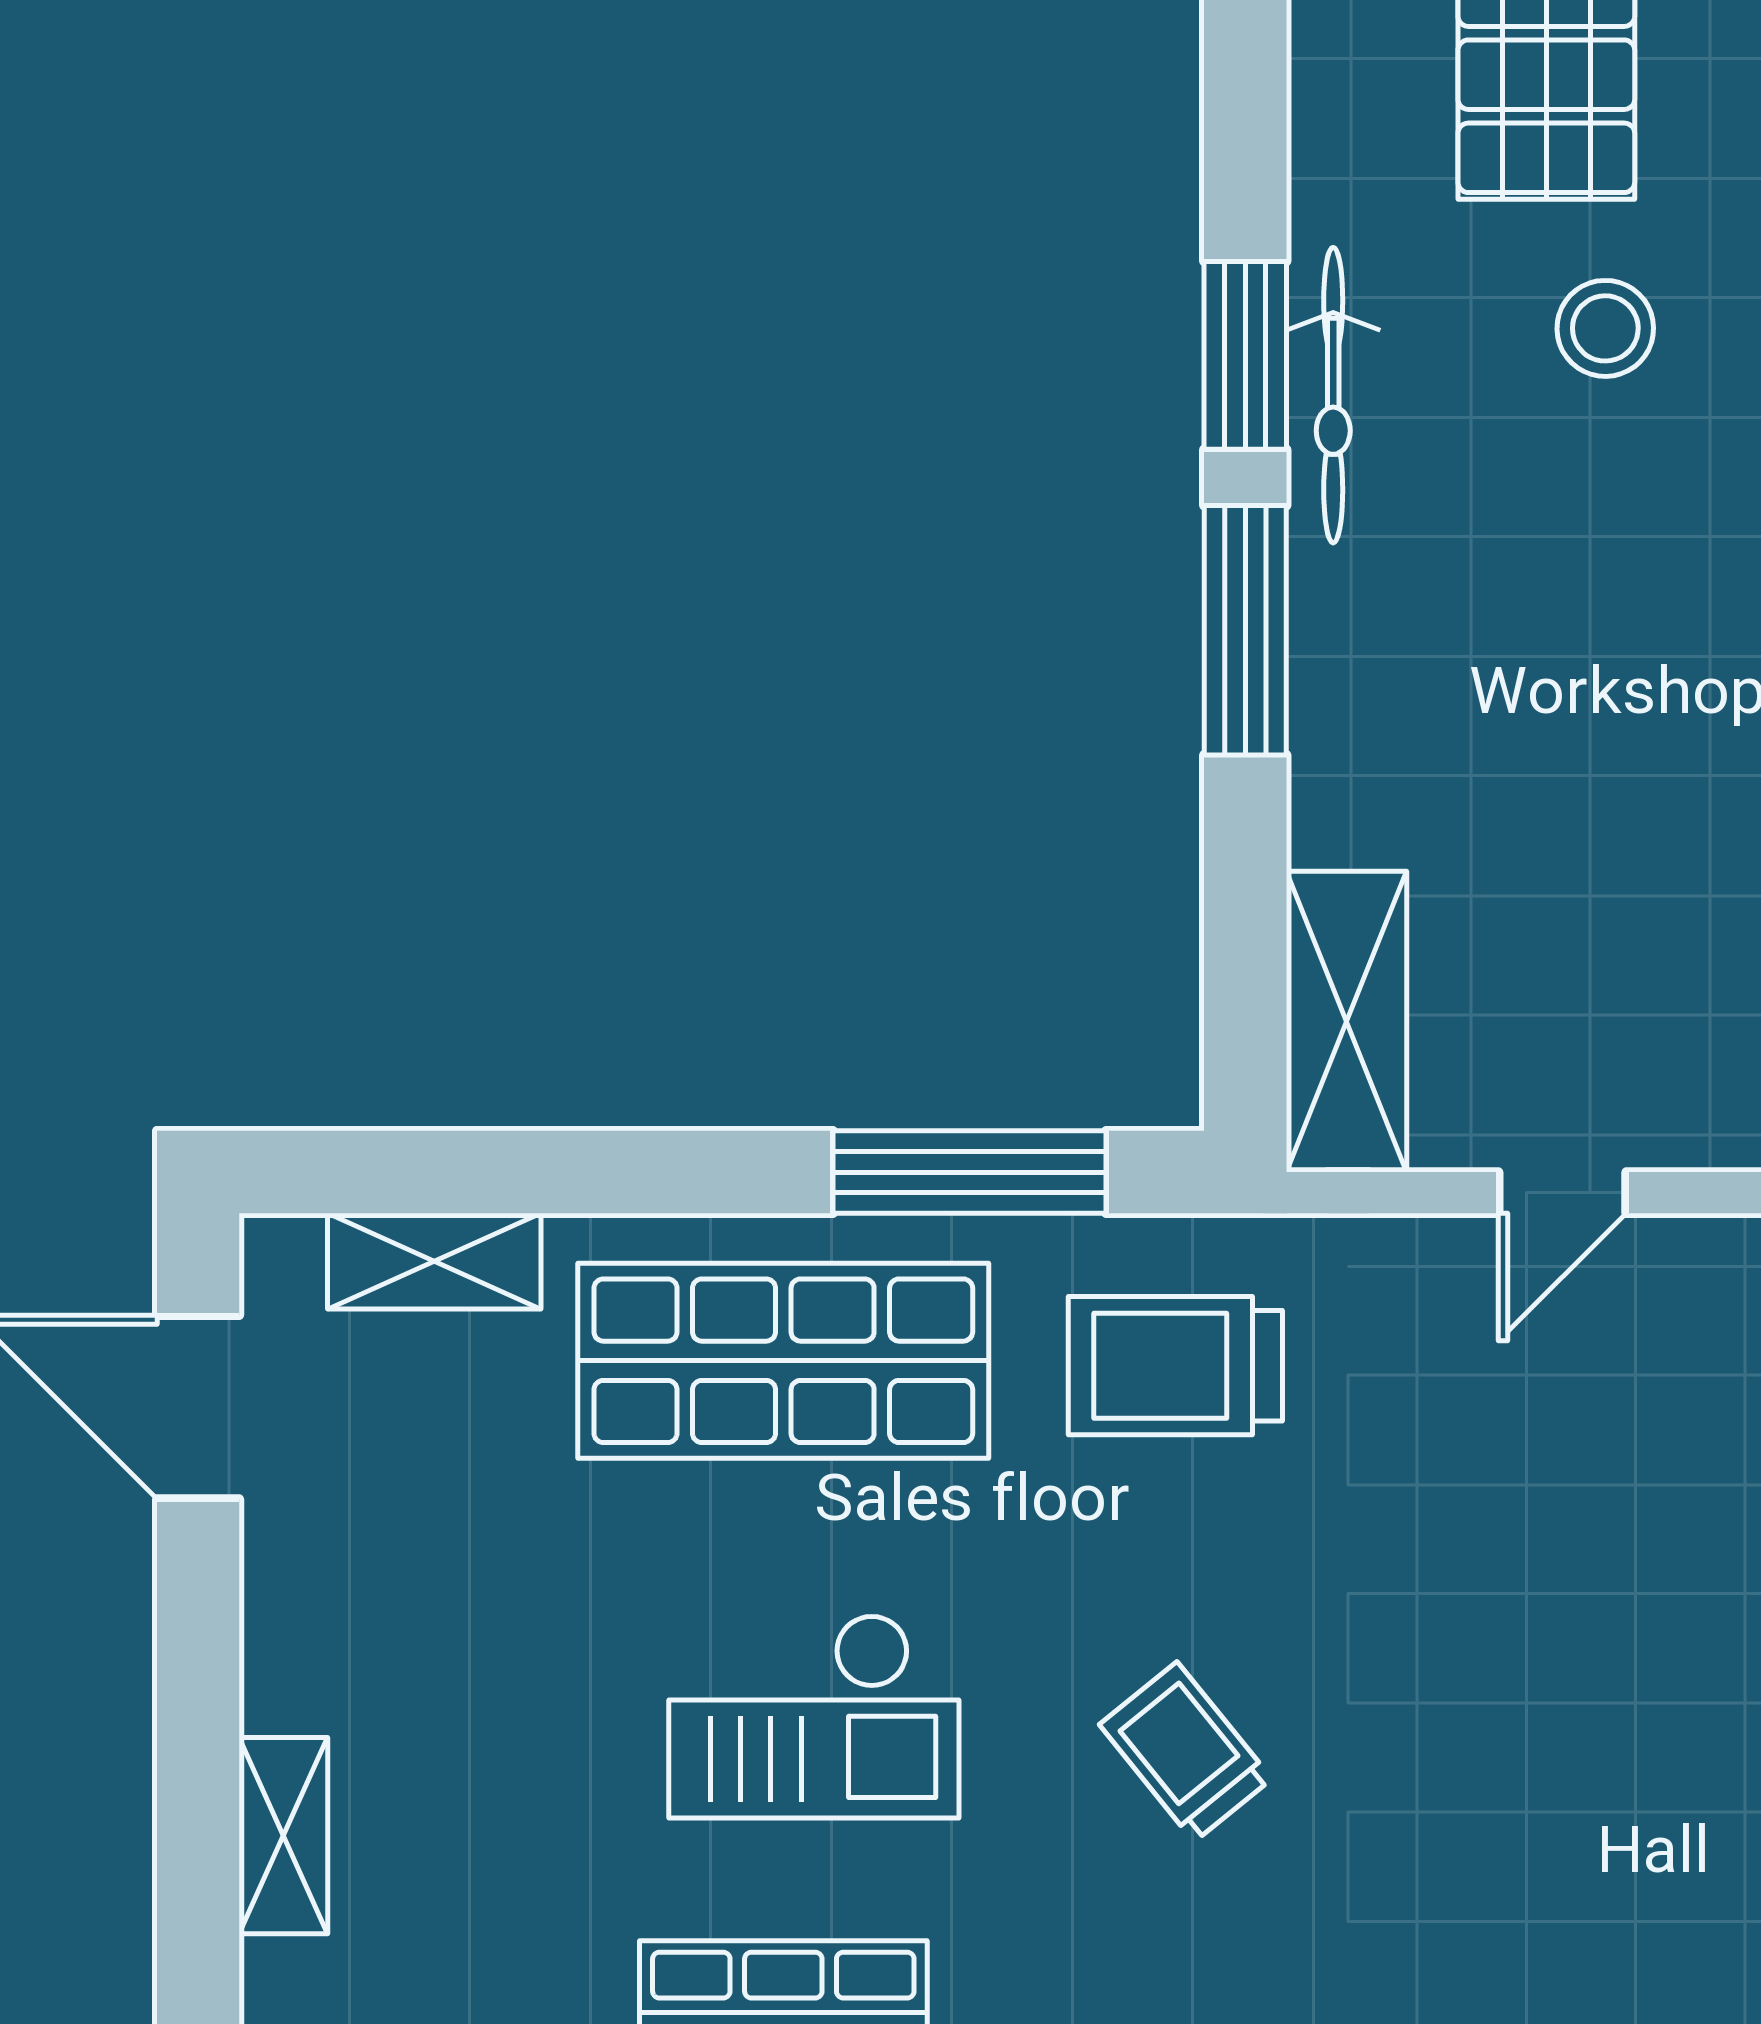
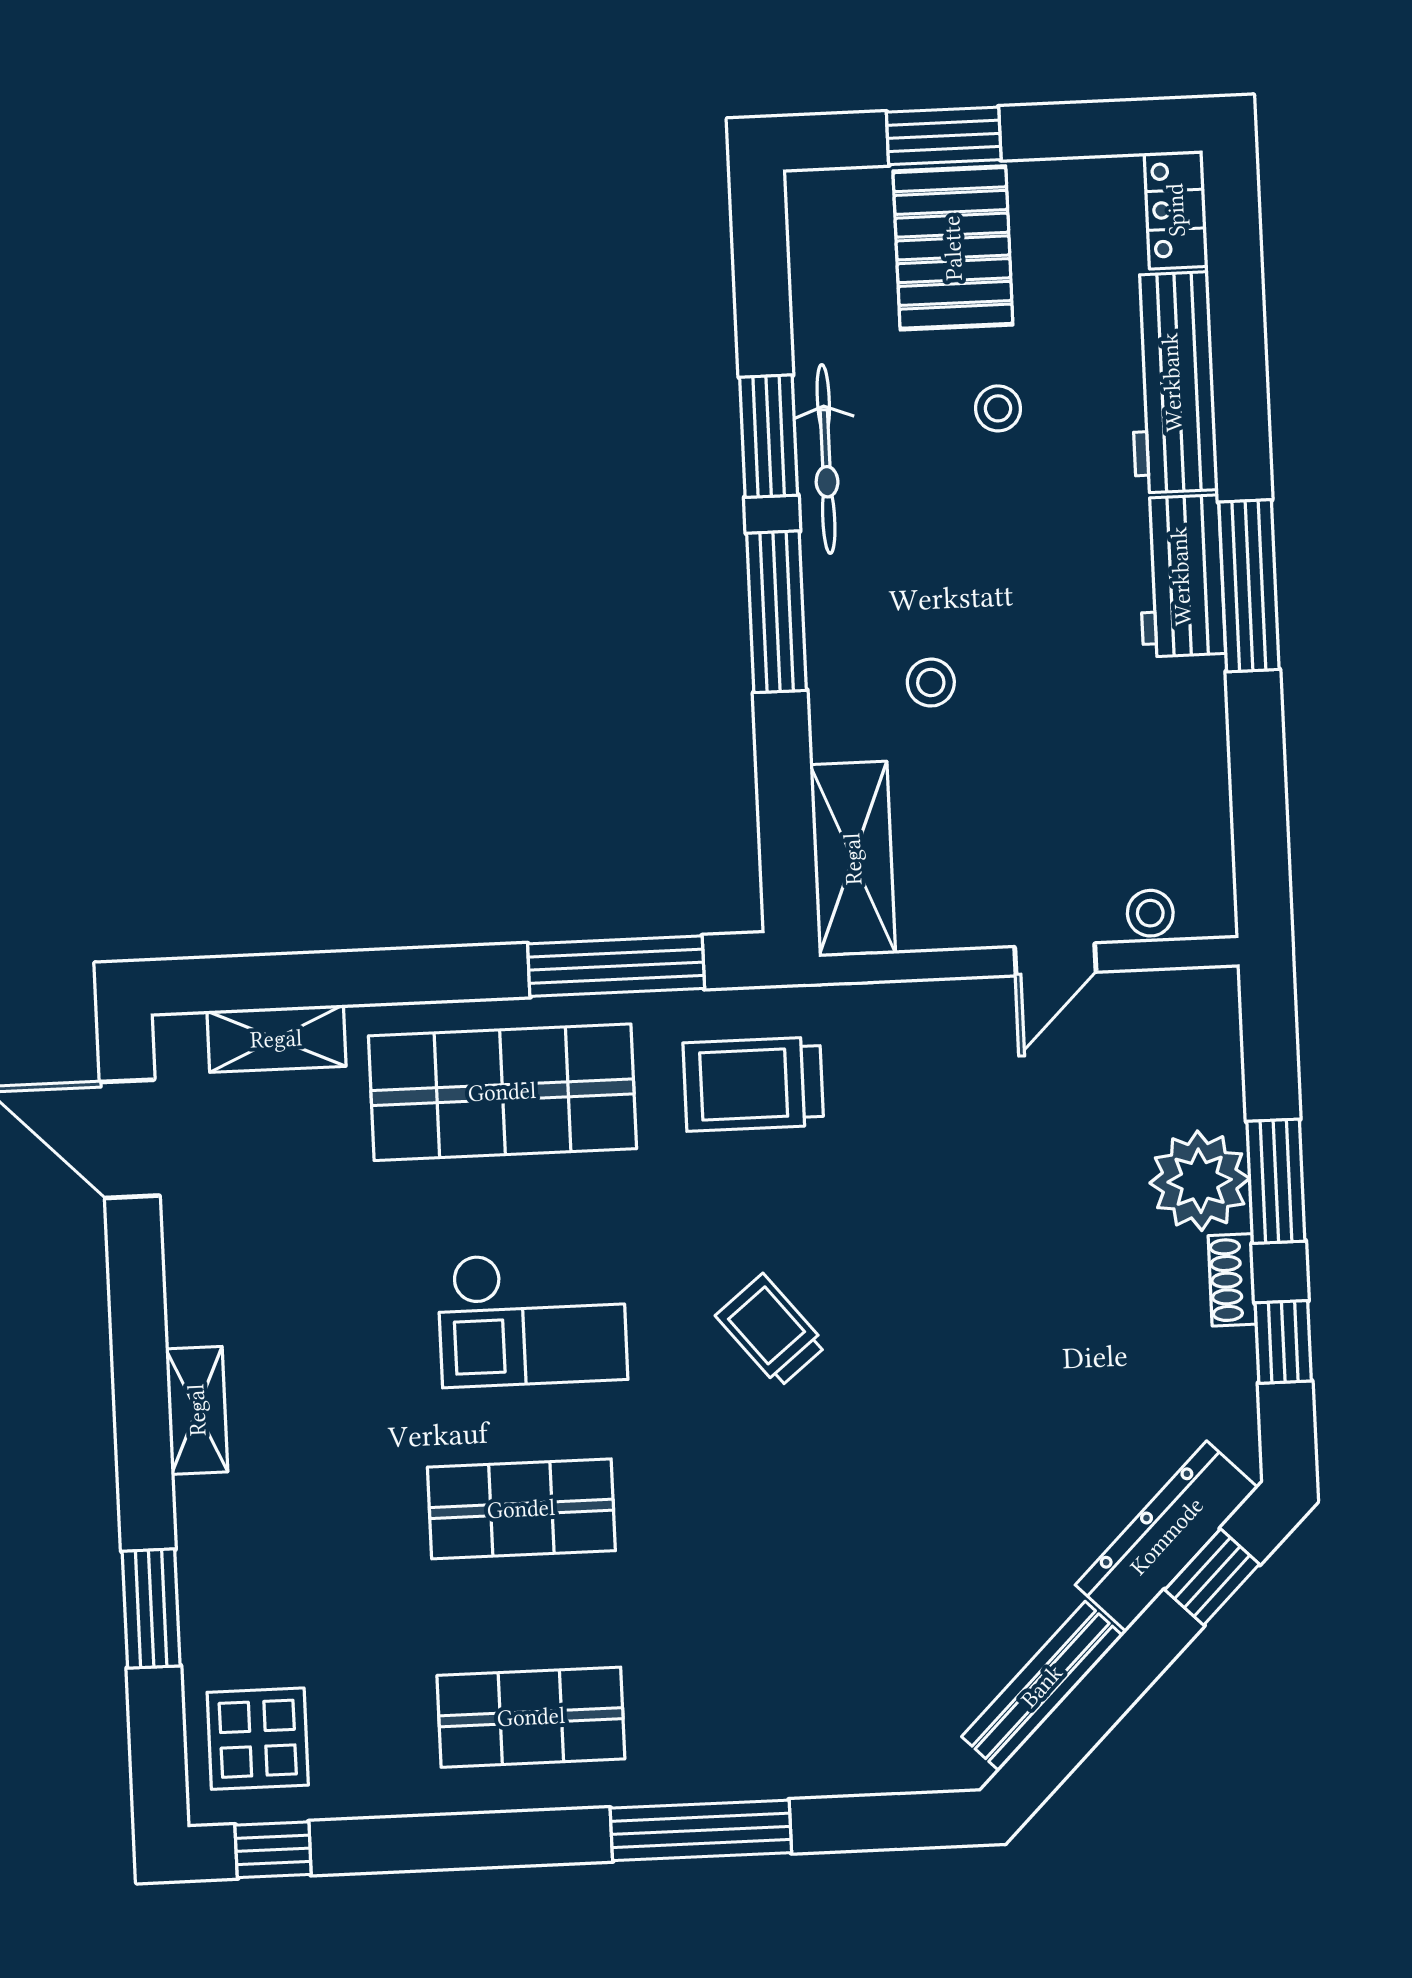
stool: (1605, 328) -> (998, 408), width x0.73, depth x0.73
stool: (1481, 752) -> (931, 683), added
door: (1562, 1193) -> (1055, 959), moved

